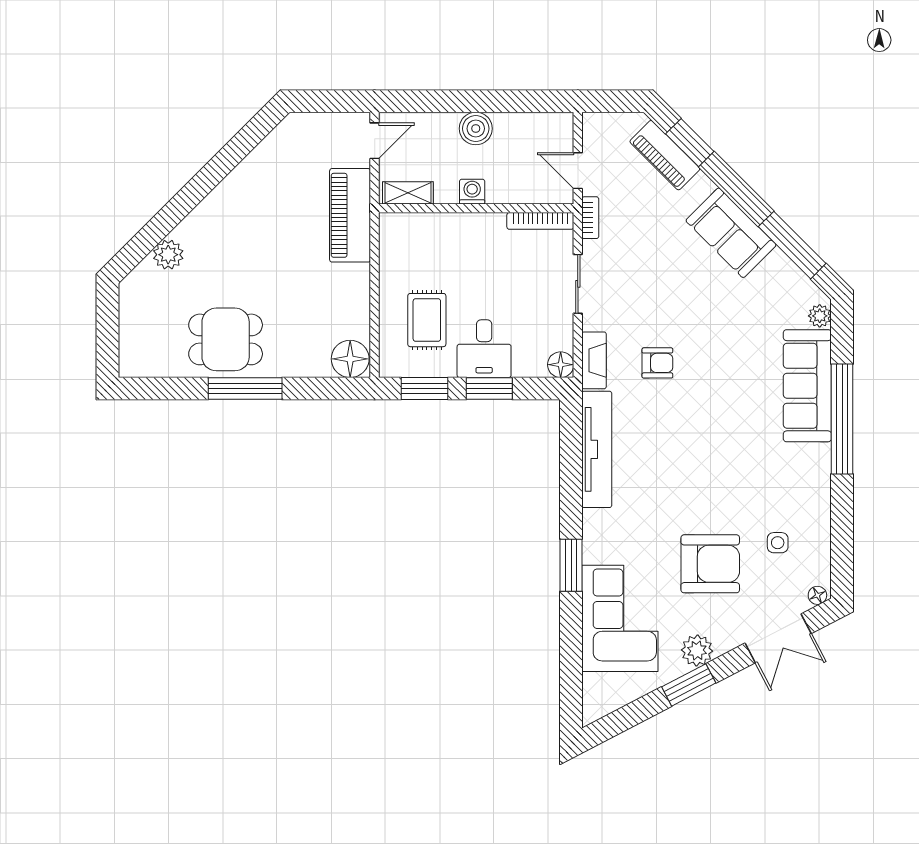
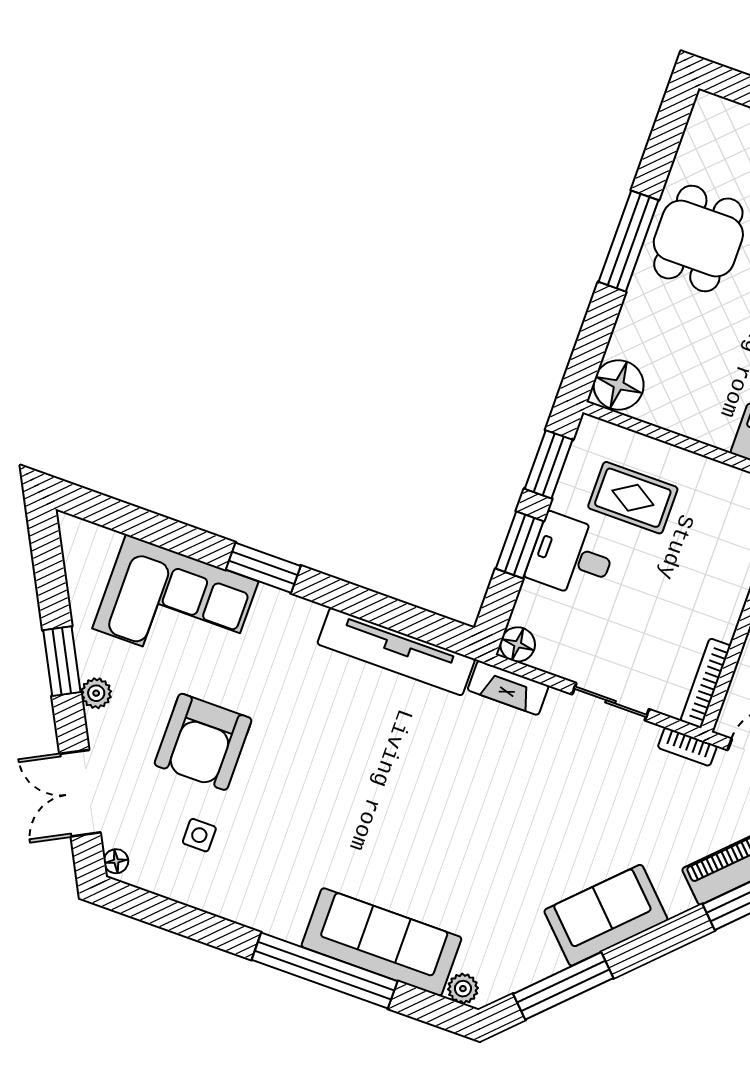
armchair: (657, 363) -> (477, 766), removed
plant: (697, 650) -> (96, 693), width x0.73, depth x0.73

